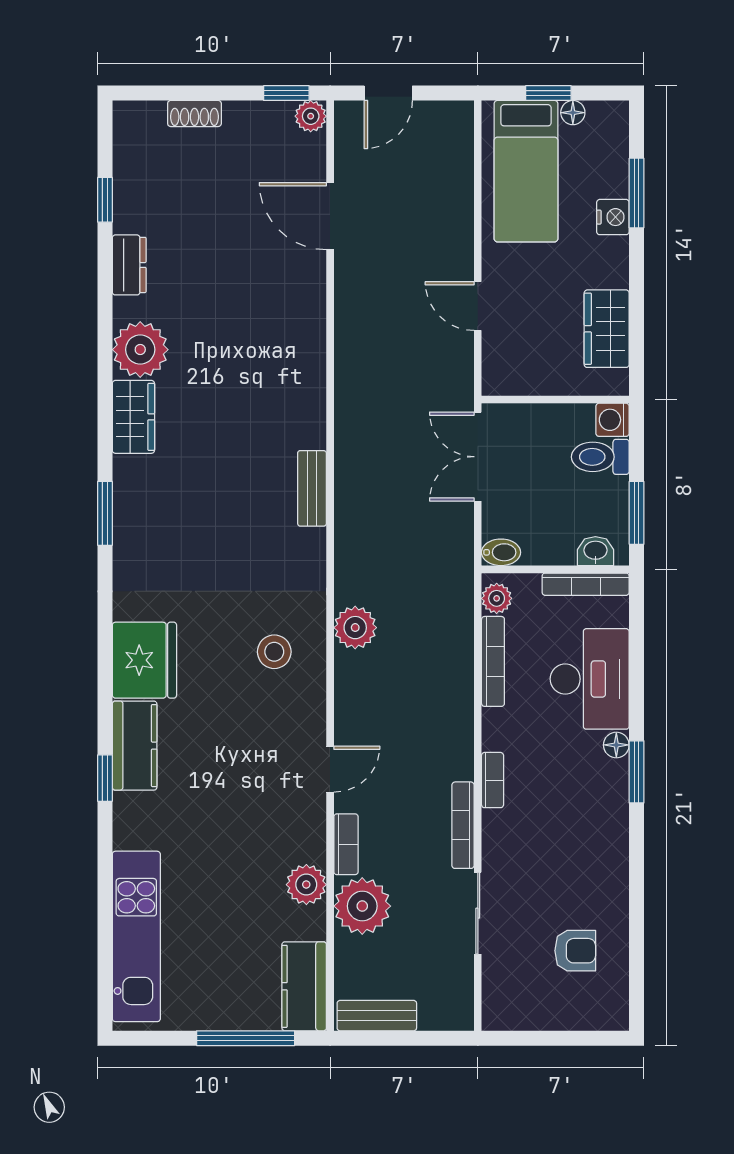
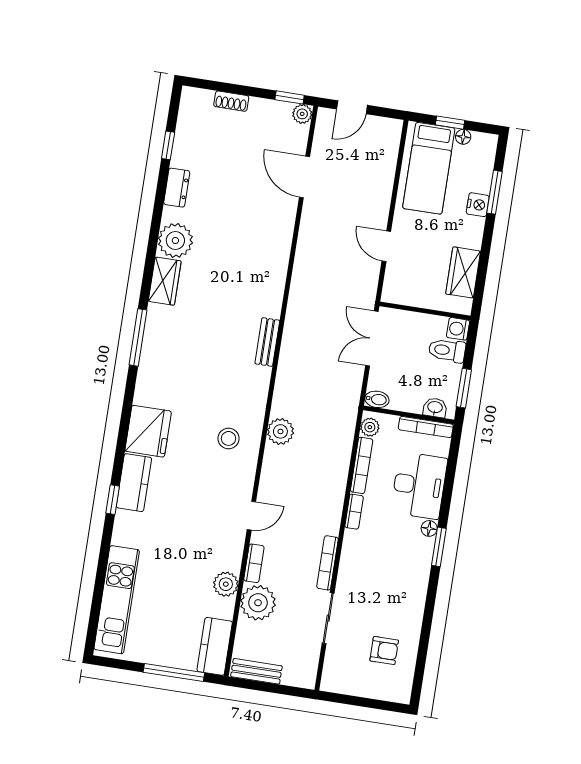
window: (105, 513) -> (138, 337), width x1.44
bookcase: (493, 780) -> (354, 512), moved

